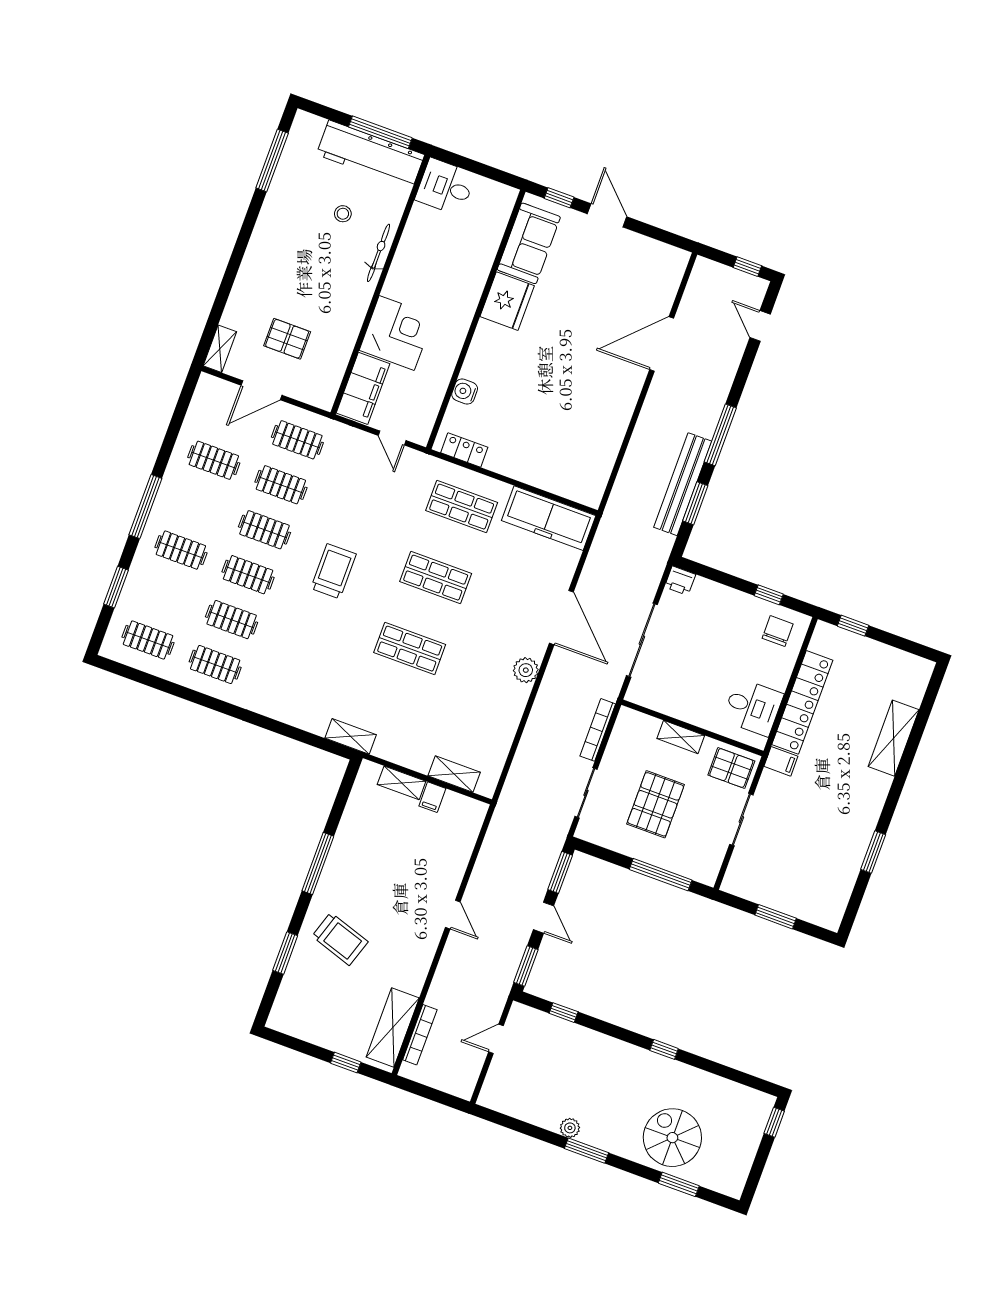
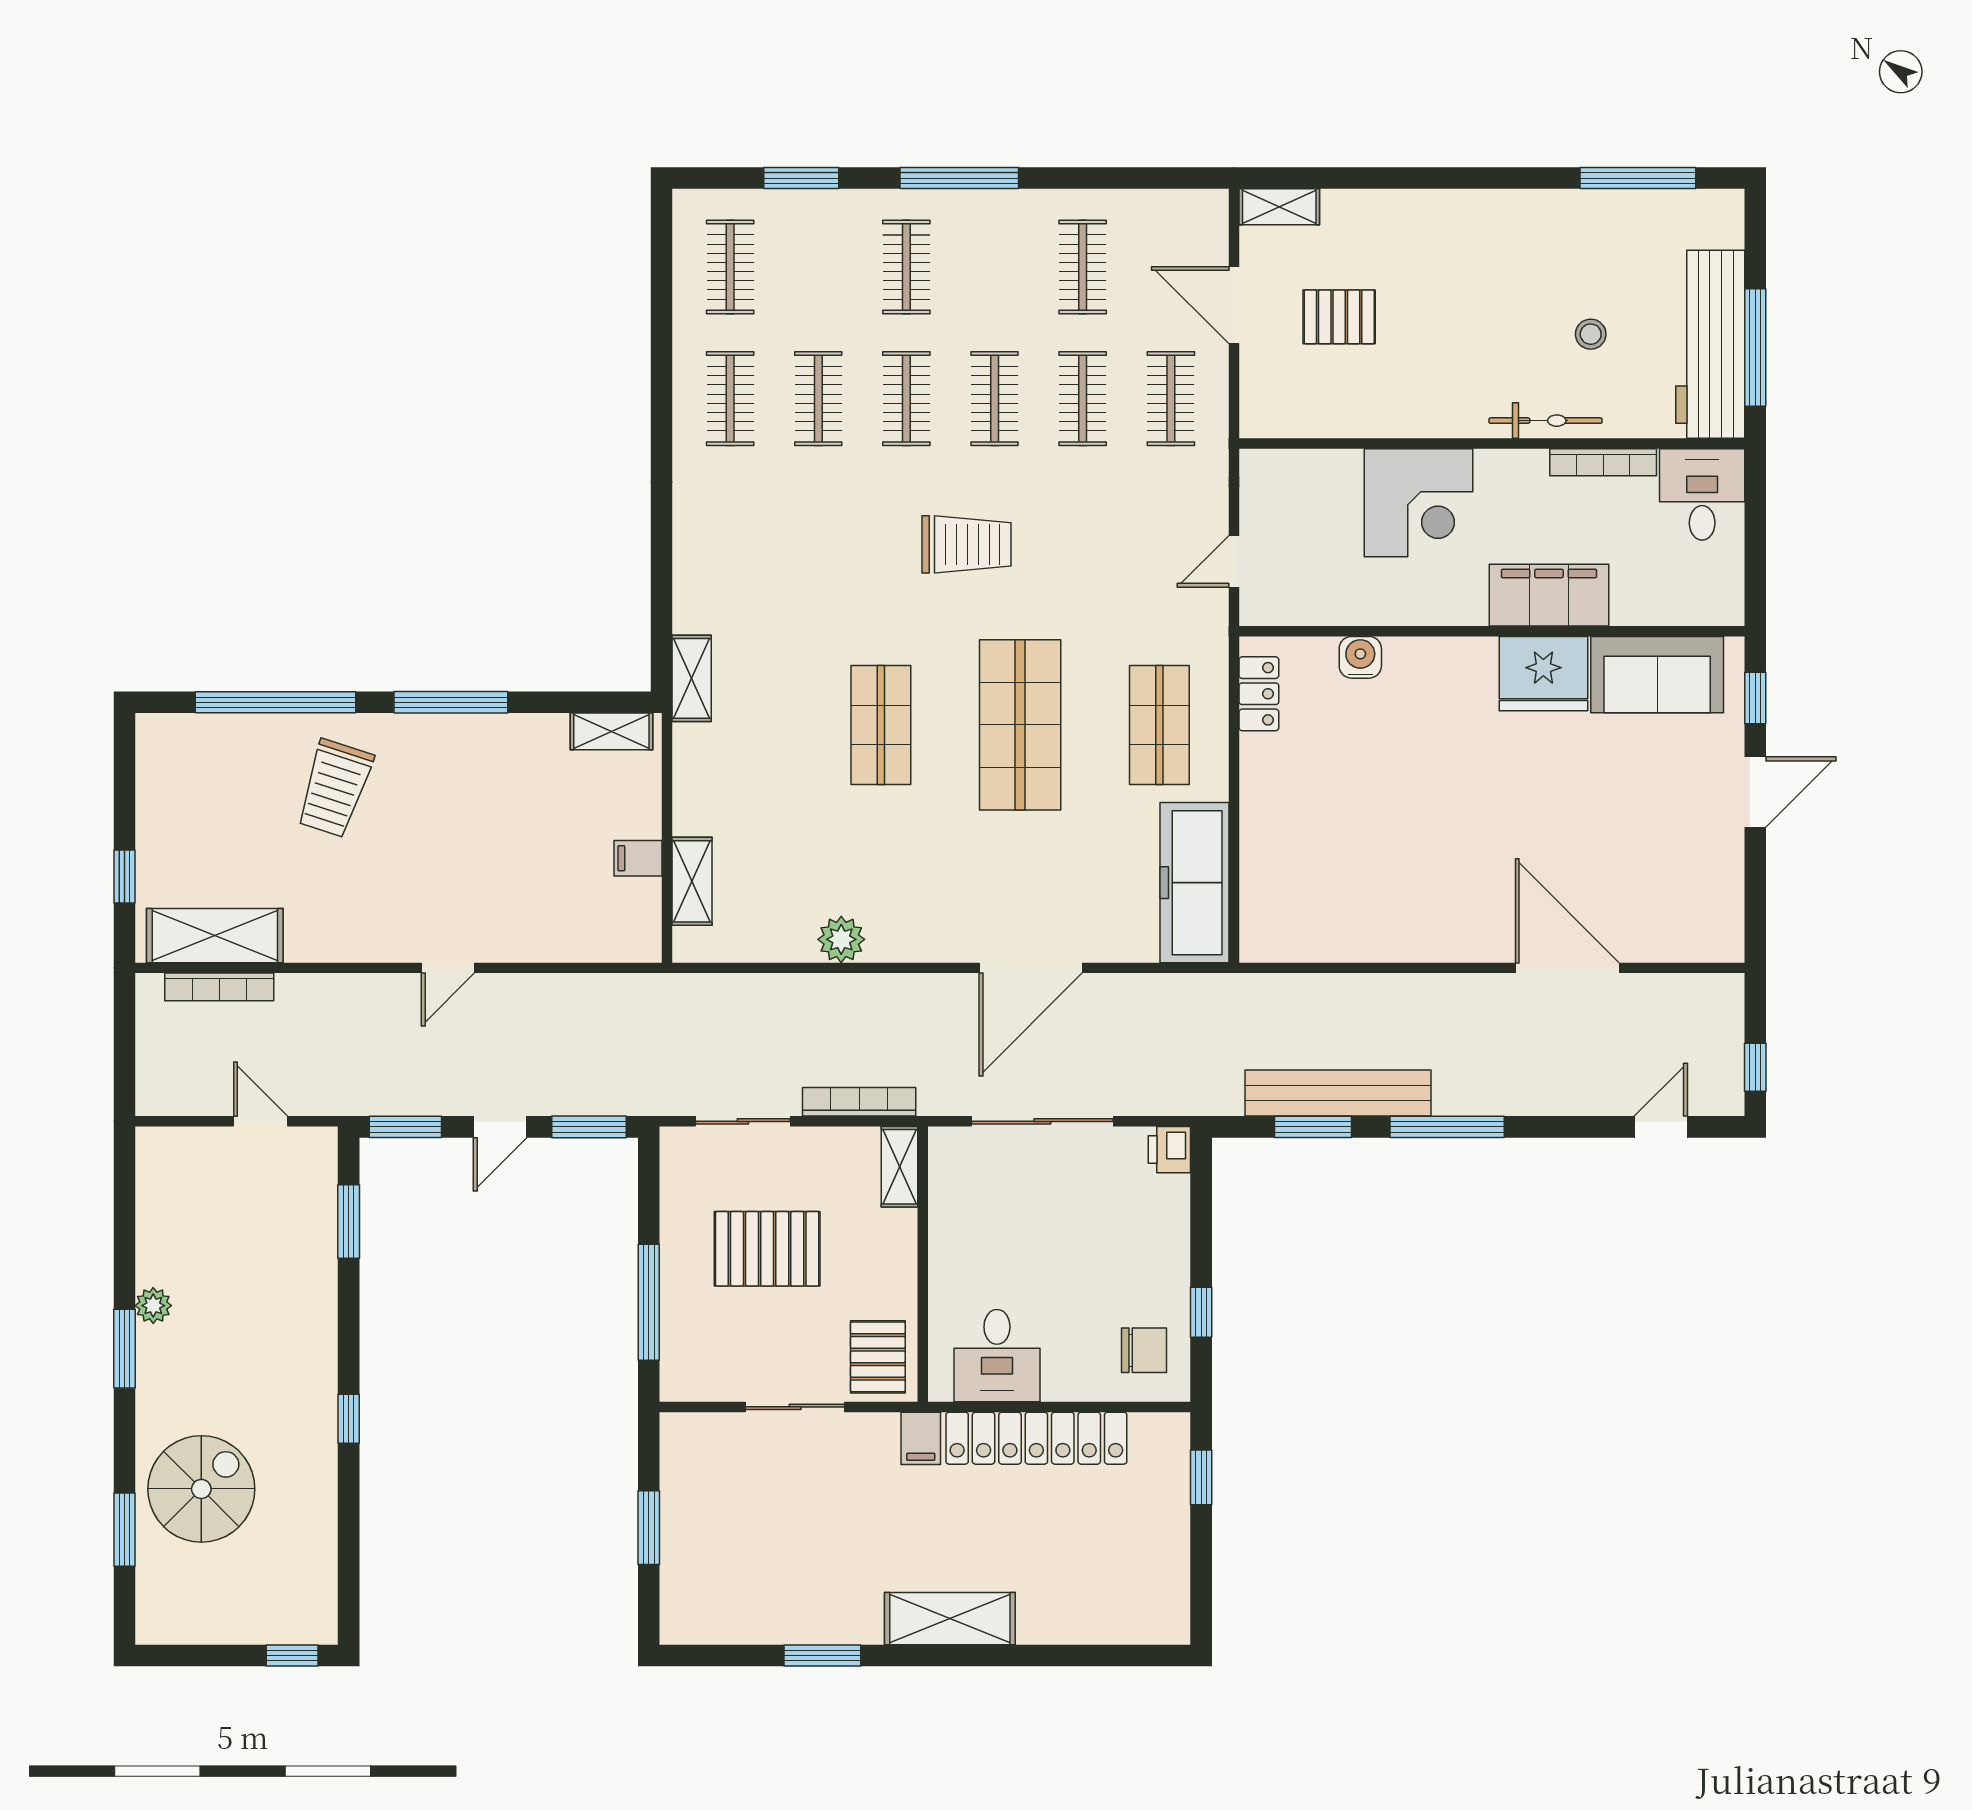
bookcase: (411, 231) -> (1603, 462), added
pallet: (287, 339) -> (1339, 317), turned 90
filing cabinet: (363, 388) -> (1549, 595), moved, turned 180
shop shelf: (436, 578) -> (1020, 725), width x1.43, depth x1.36
plant: (526, 670) -> (841, 939), moved
shelving: (681, 737) -> (900, 1167), moved
shelving: (894, 738) -> (950, 1619), moved
shelving: (402, 783) -> (611, 731), moved, turned 90
window: (285, 953) -> (275, 702), width x2.11
window: (564, 1013) -> (349, 1221), width x1.50

